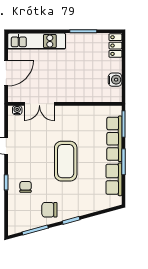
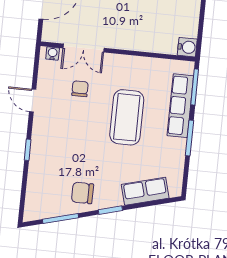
water cooler: (115, 80) -> (187, 47), moved
coffee table: (66, 161) -> (127, 117), moved
row of seats: (114, 179) -> (145, 191), moved, turned 75
chair: (26, 187) -> (80, 89), moved

